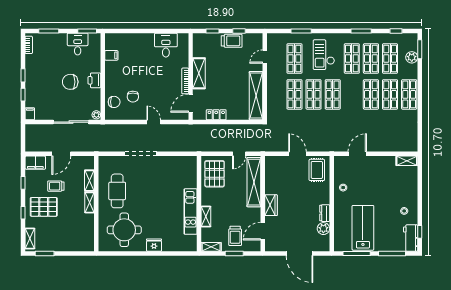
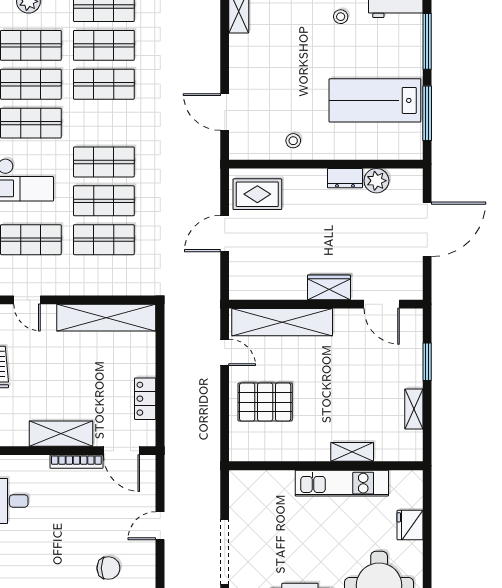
wall: (199, 204) -> (326, 466), moved
kitchen unit: (191, 212) -> (342, 483), moved
shelving: (206, 217) -> (352, 452), moved
trolley: (235, 236) -> (391, 360), removed

